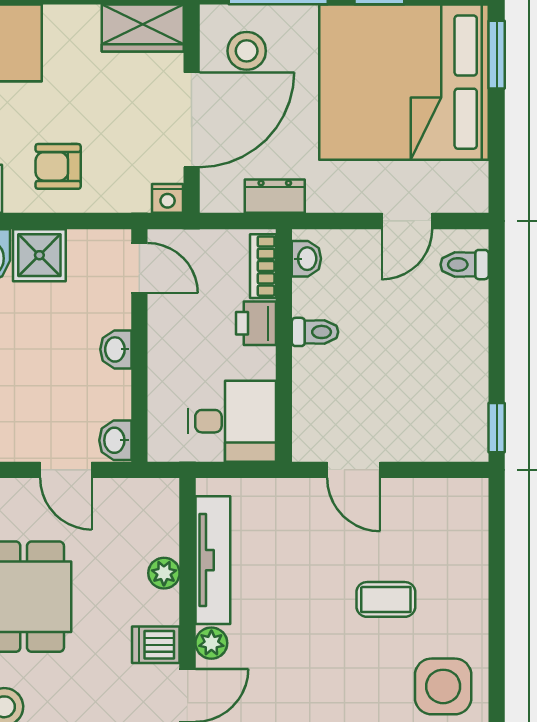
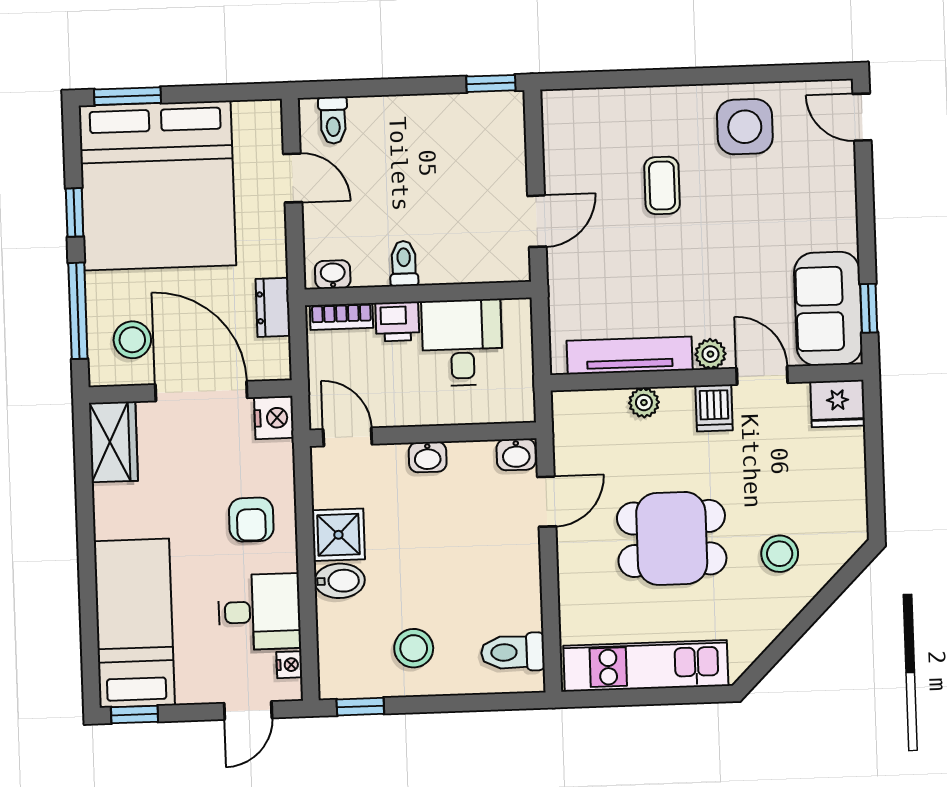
nightstand: (168, 198) -> (274, 418), width x1.39, depth x1.35
door: (139, 268) -> (348, 437), hinge flipped
desk: (232, 421) -> (462, 343), moved

